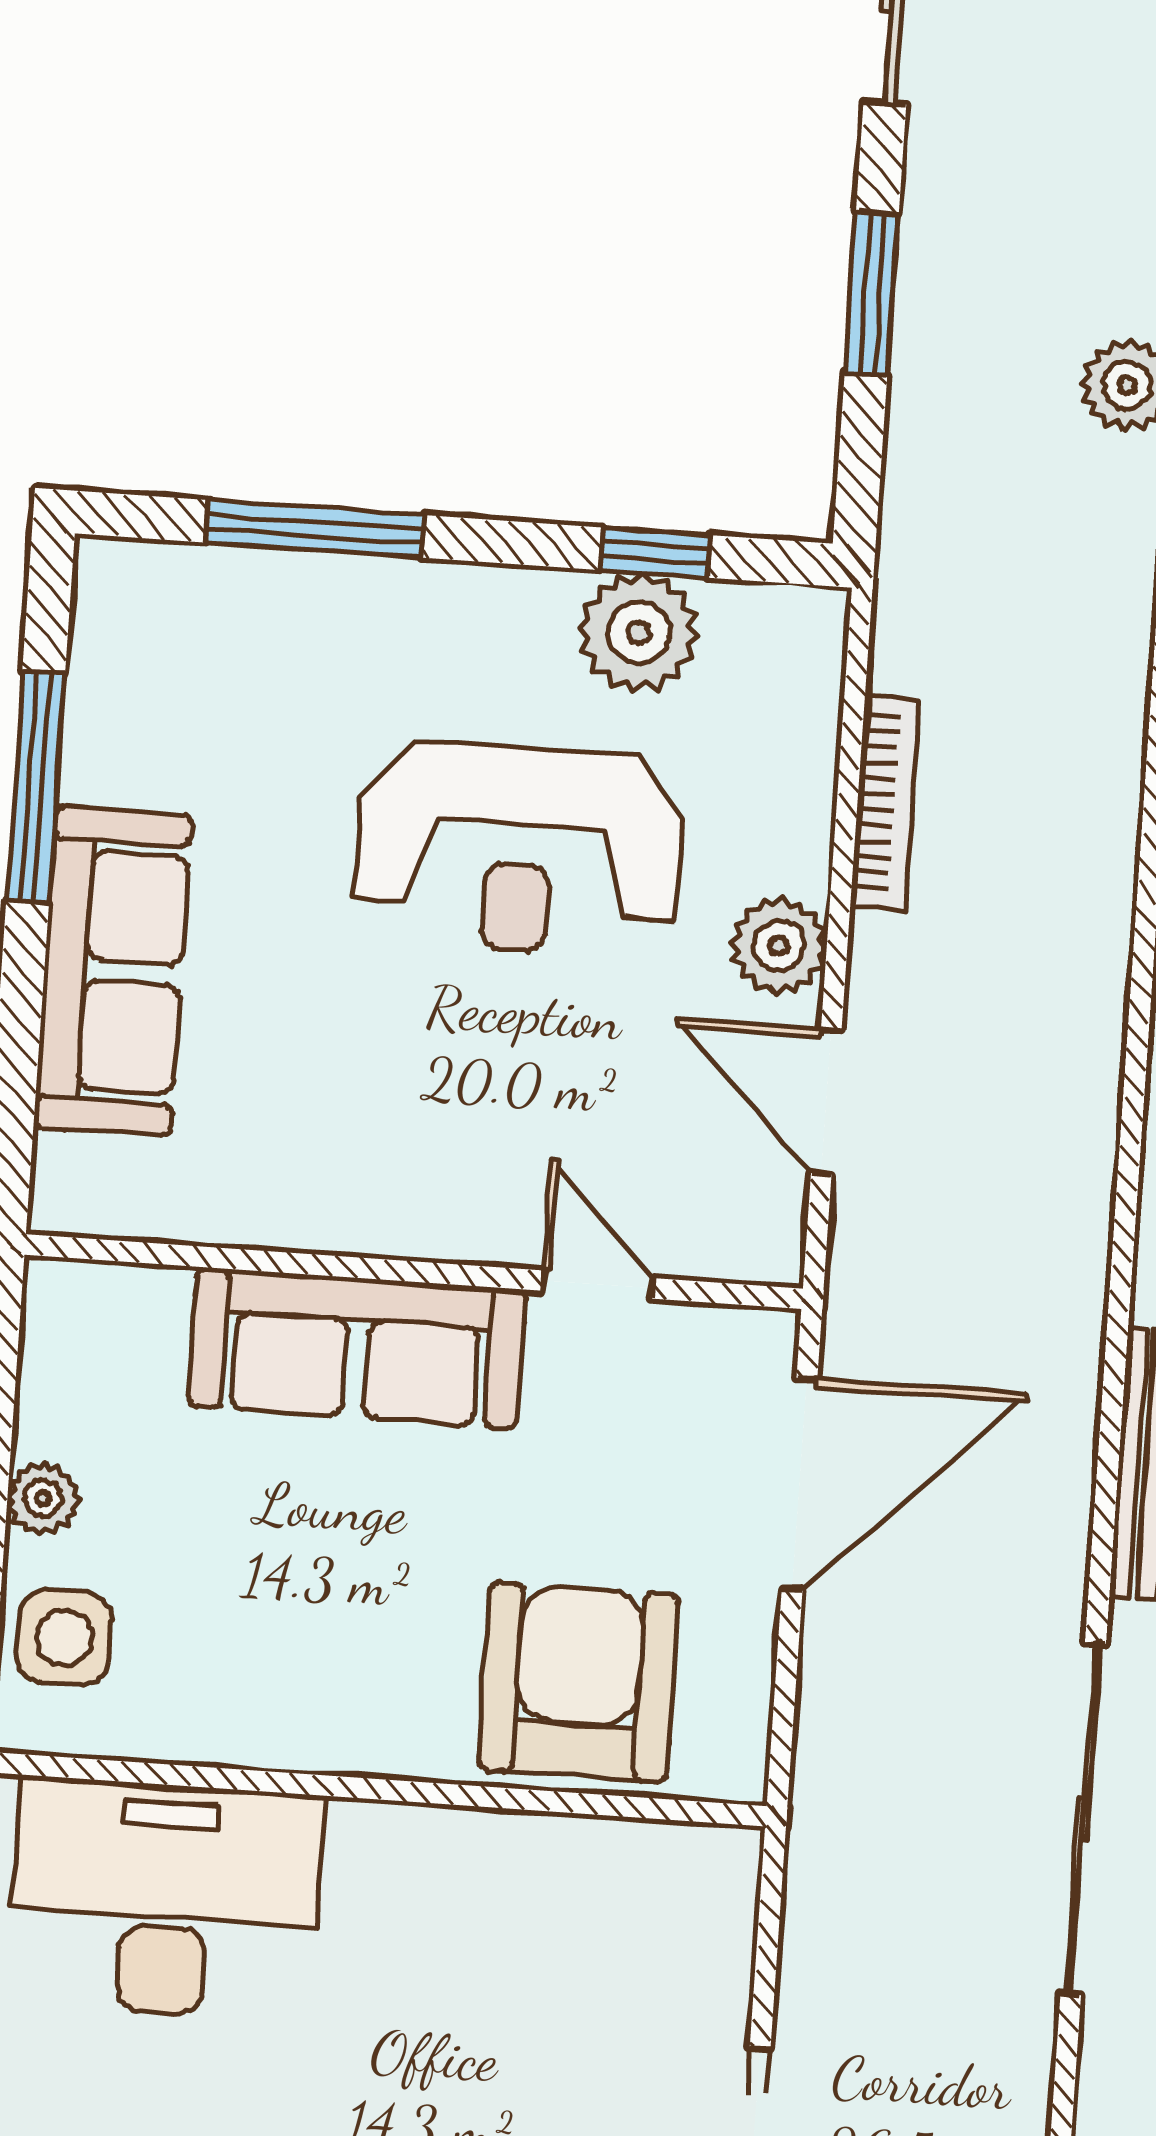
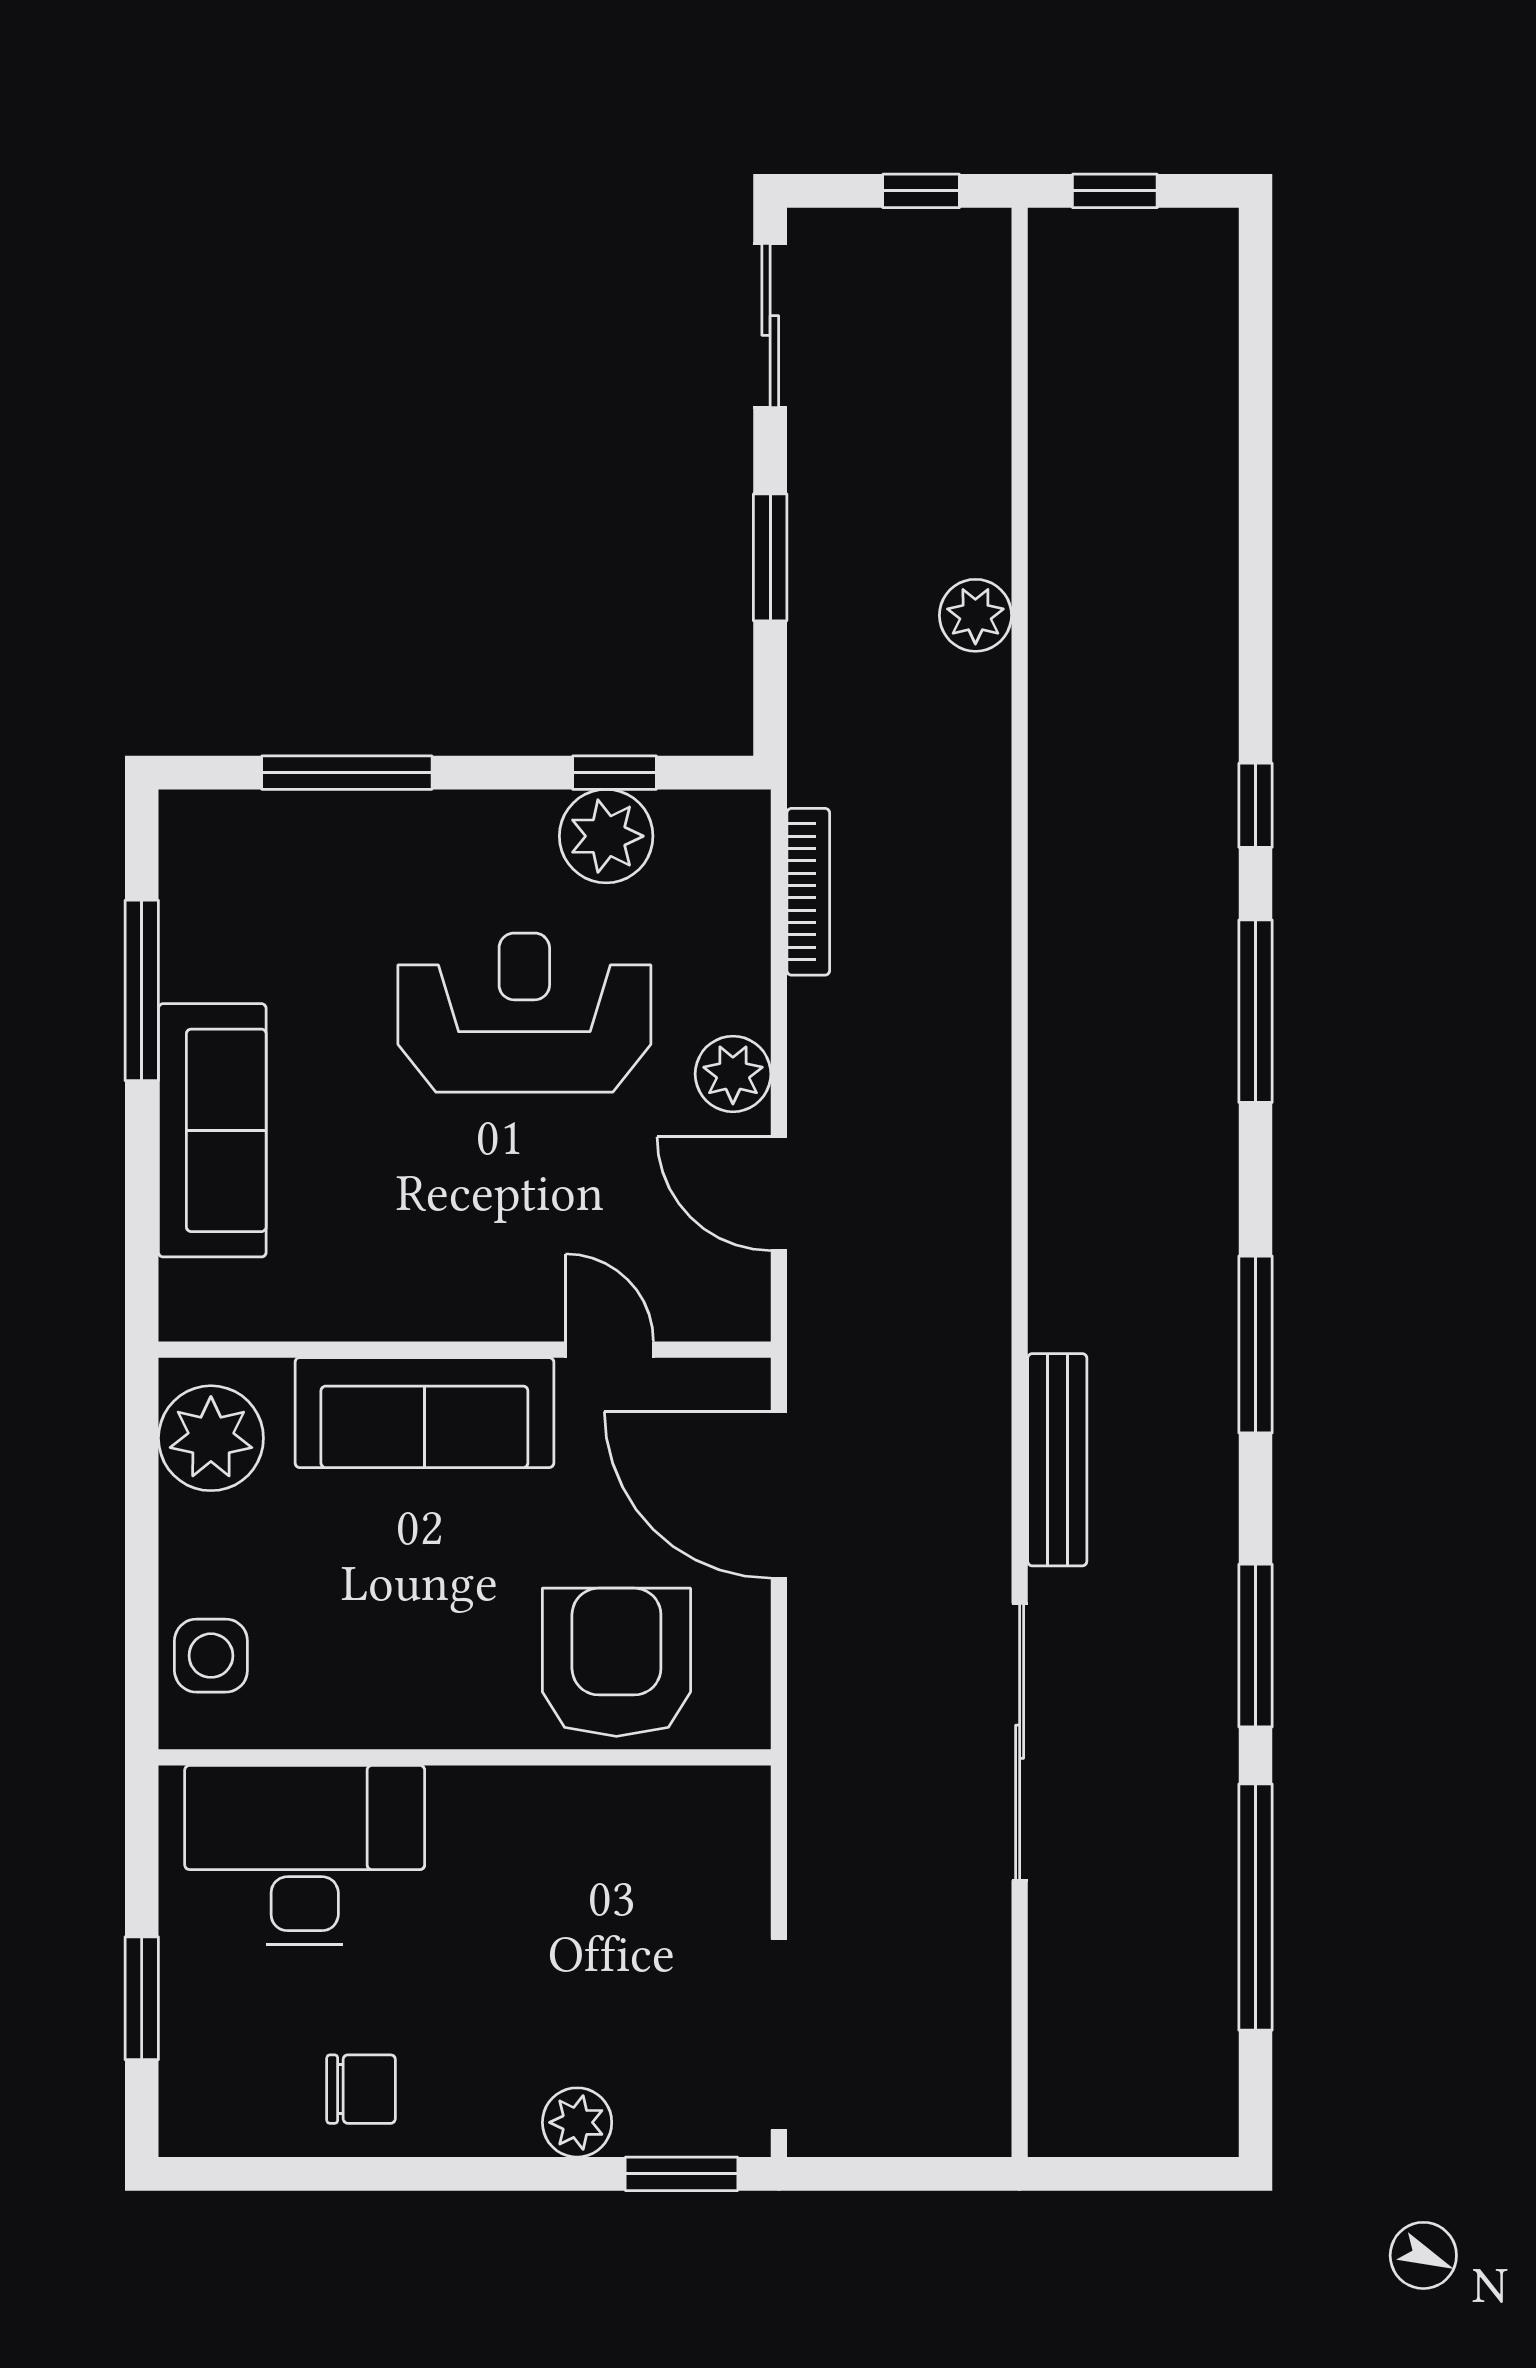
bookcase: (885, 802) -> (808, 892), moved
reception desk: (519, 849) -> (524, 1013), turned 180
door: (799, 1484) -> (779, 1495), swing flipped
plant: (43, 1498) -> (211, 1438), moved, width x1.88, depth x1.88

